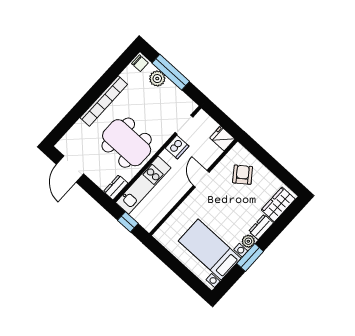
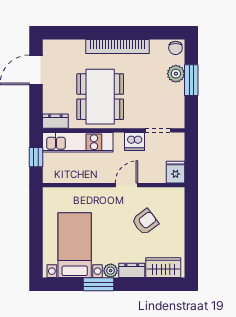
window: (171, 72) -> (191, 80), width x0.69
armchair: (243, 175) -> (145, 222), moved

